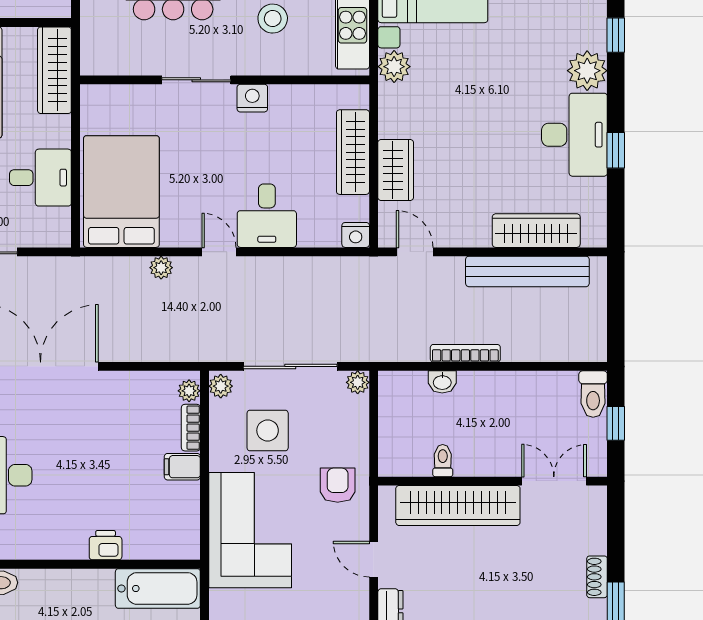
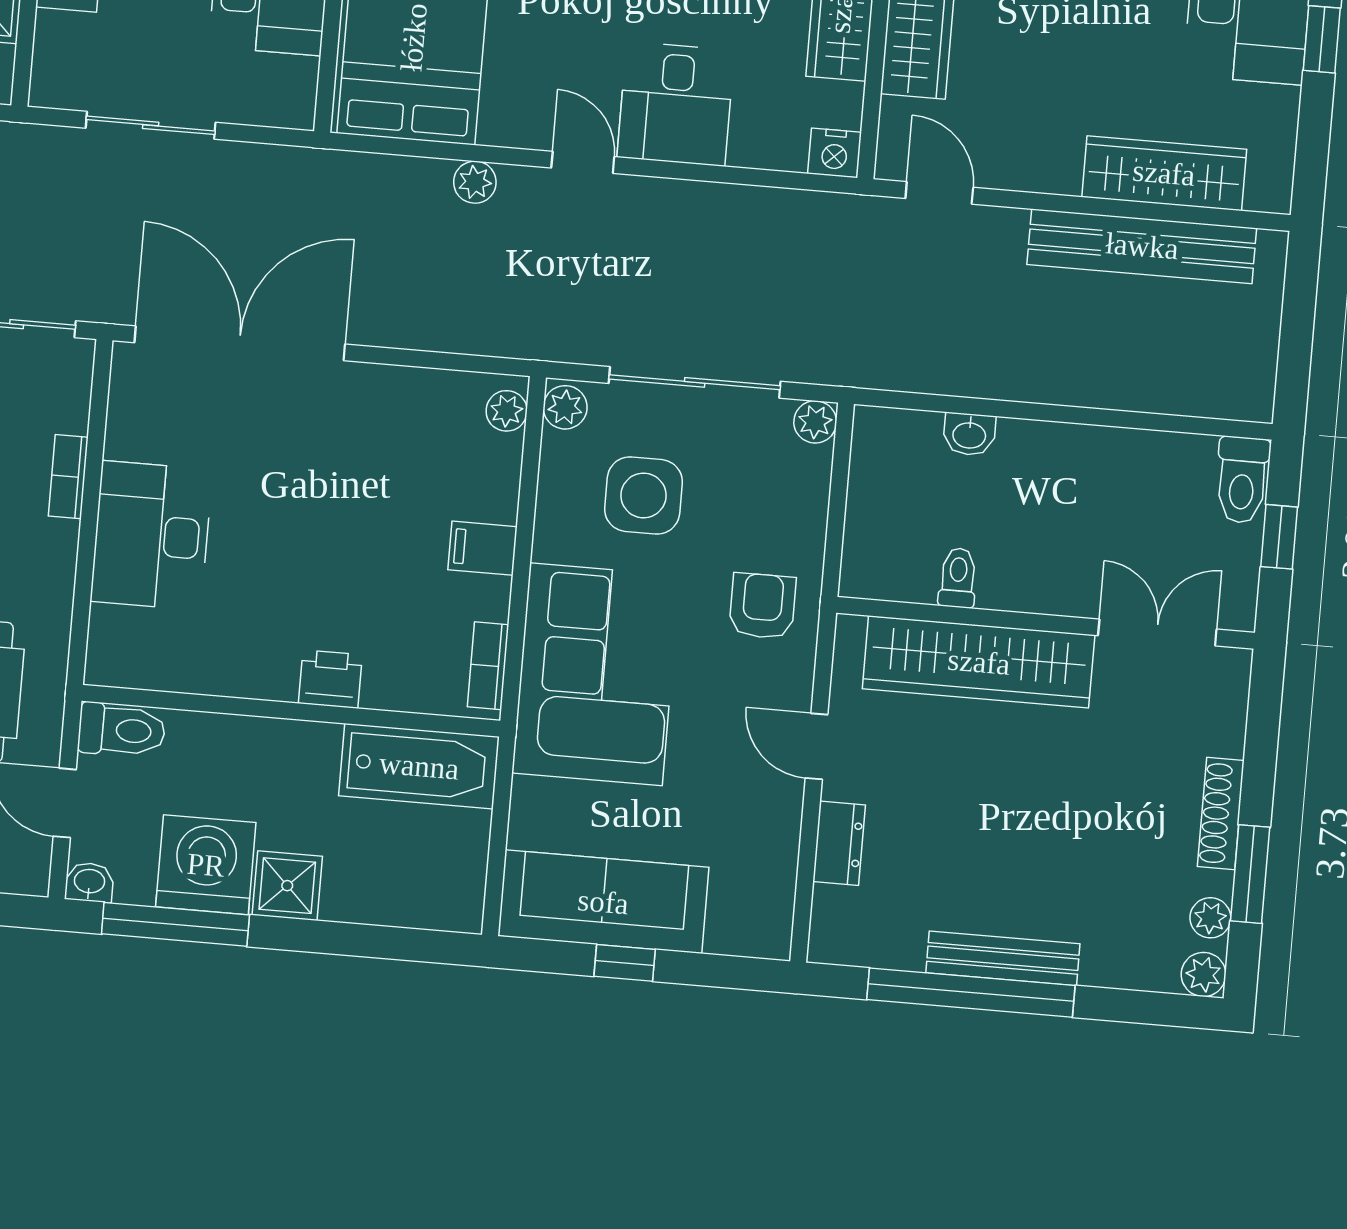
bookcase: (465, 353) -> (1016, 386), removed
bookcase: (191, 428) -> (488, 666), moved
shoe rack: (597, 577) -> (1221, 814), width x1.43

